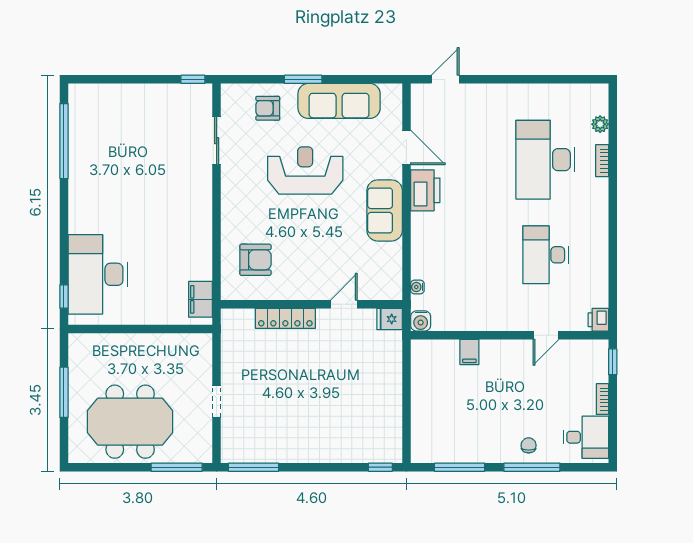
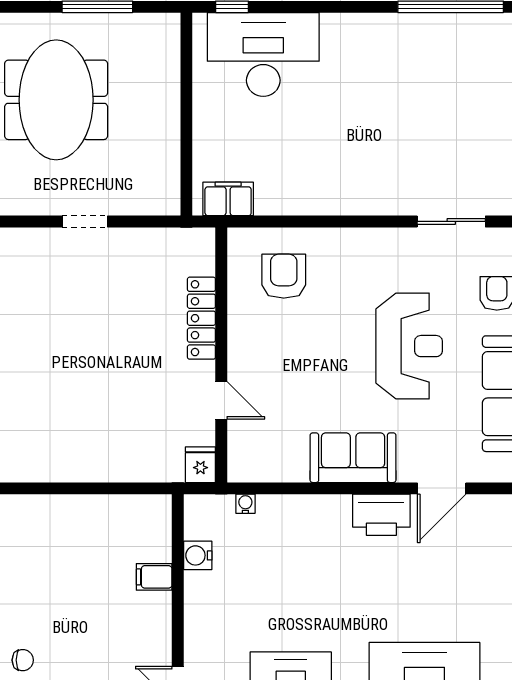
armchair: (256, 260) -> (284, 276), turned 180
water cooler: (421, 321) -> (198, 555), moved

